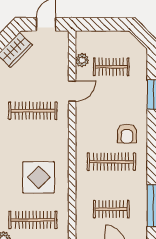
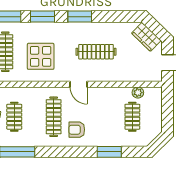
door: (72, 91) -> (78, 84), moved
clothes rail: (33, 111) -> (96, 52), turned 90

